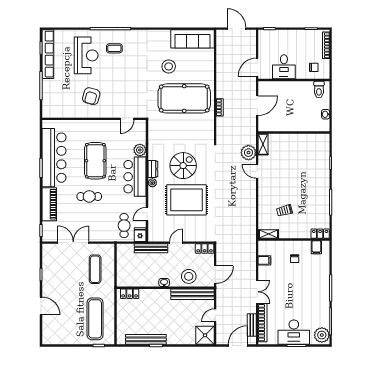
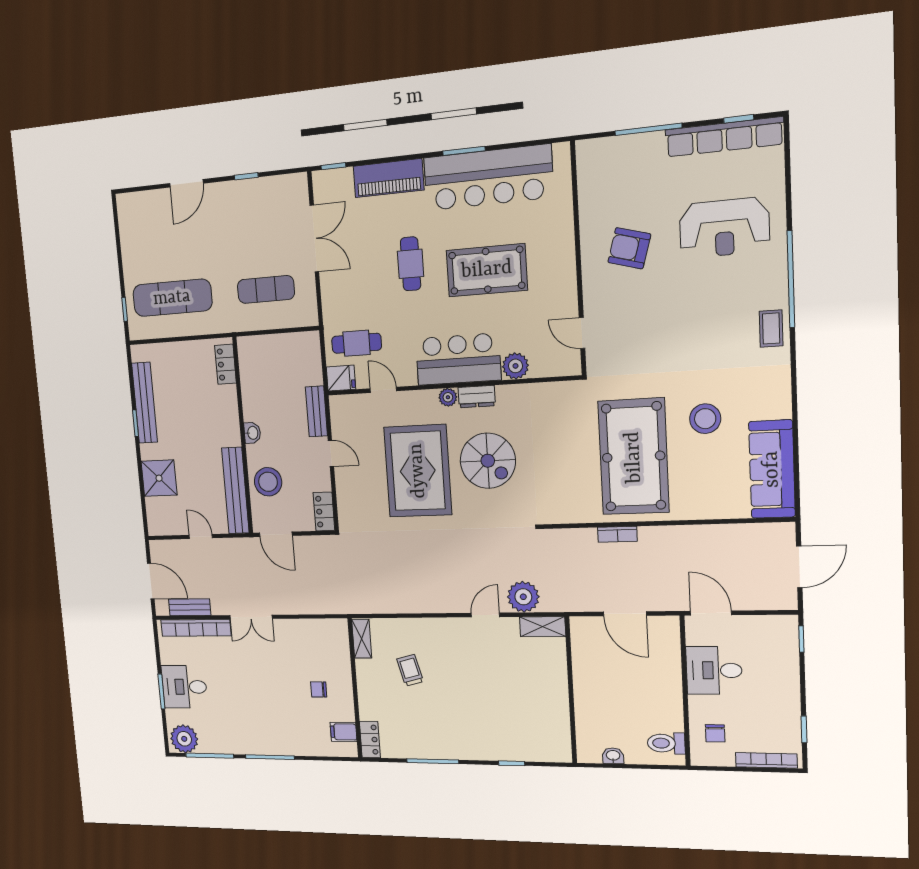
coffee table: (114, 48) -> (771, 328), moved
bench: (151, 248) -> (316, 411), width x0.73
filing cabinet: (264, 260) -> (311, 631), removed
desk: (294, 332) -> (184, 687), width x0.73
shower: (205, 335) -> (159, 478), moved

